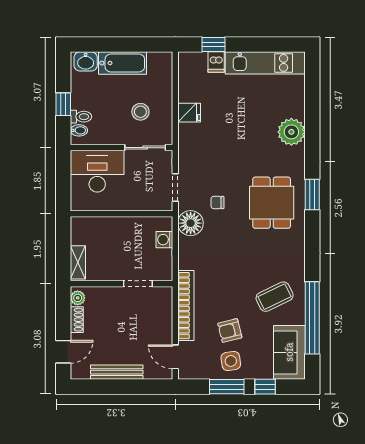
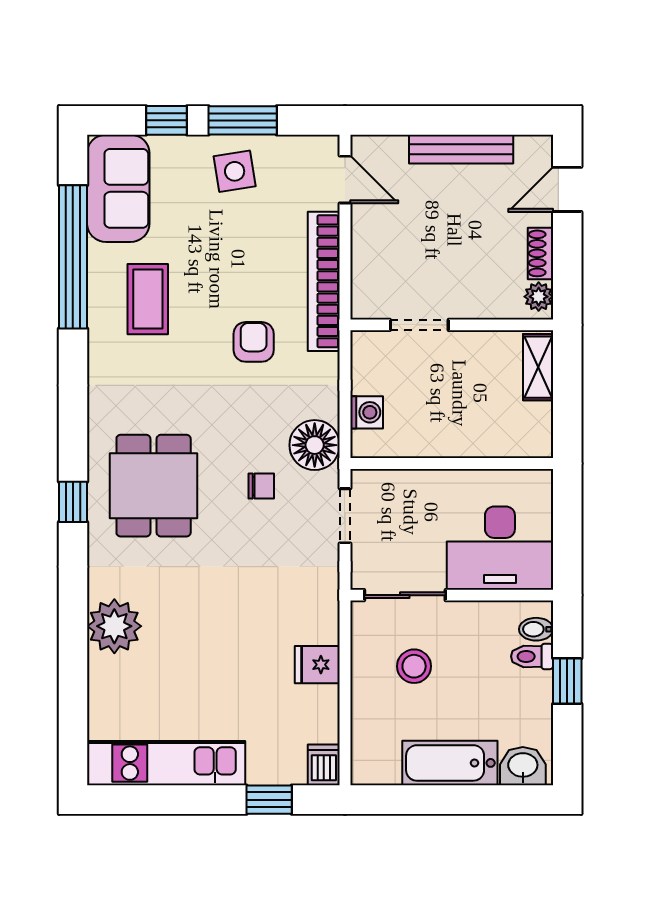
dishwasher: (216, 62) -> (324, 765), moved
window: (312, 195) -> (73, 502), width x0.67
coffee table: (275, 297) -> (148, 299), turned -64
armchair: (230, 330) -> (254, 342), moved, turned -76

